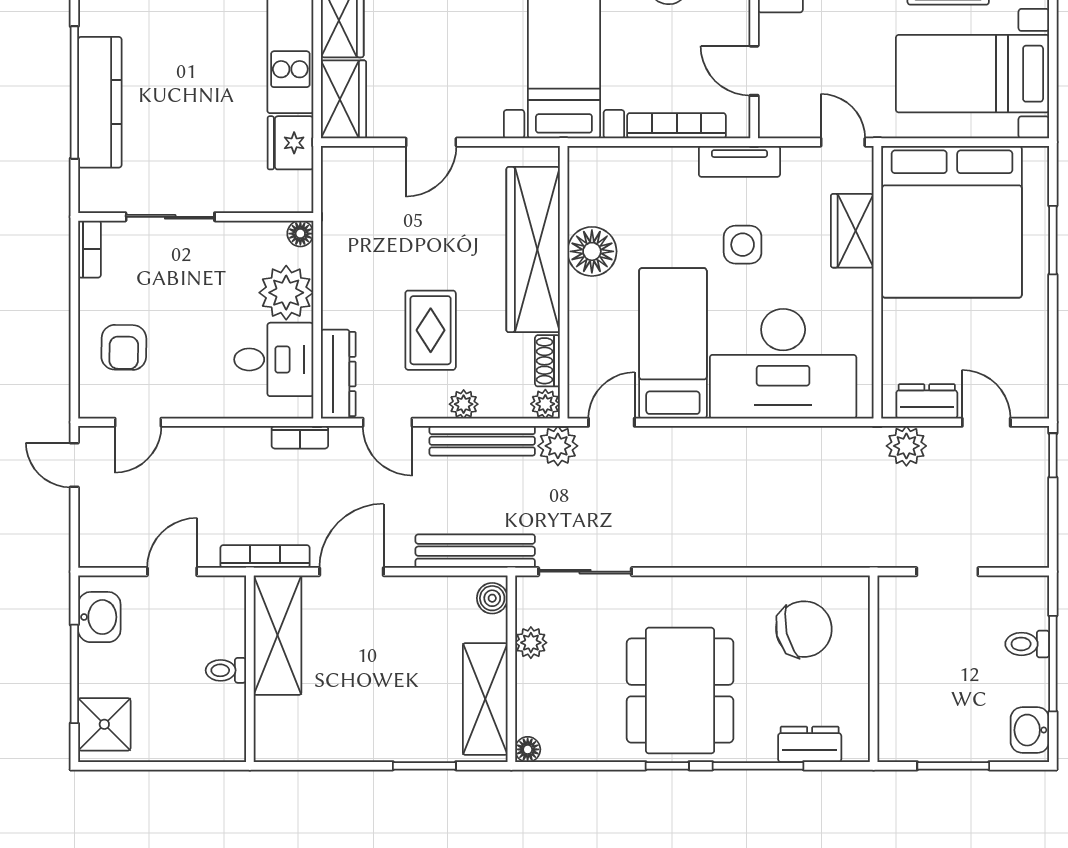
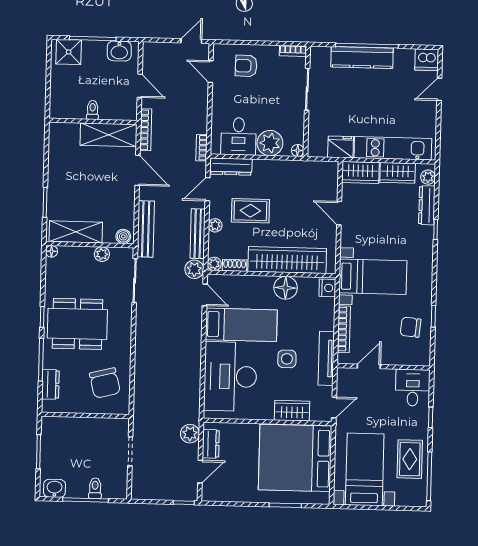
tv unit: (739, 161) -> (326, 358), width x1.41
nightstand: (590, 163) -> (327, 288), added

